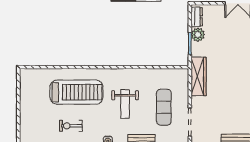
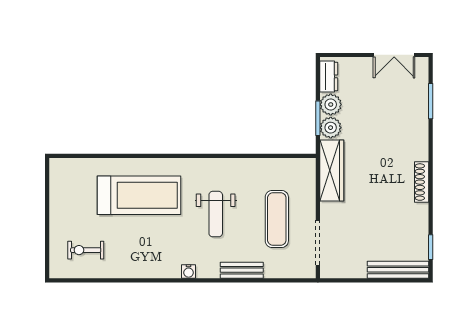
plant: (198, 49) -> (331, 128), added
exercise bike: (71, 126) -> (86, 250), moved

